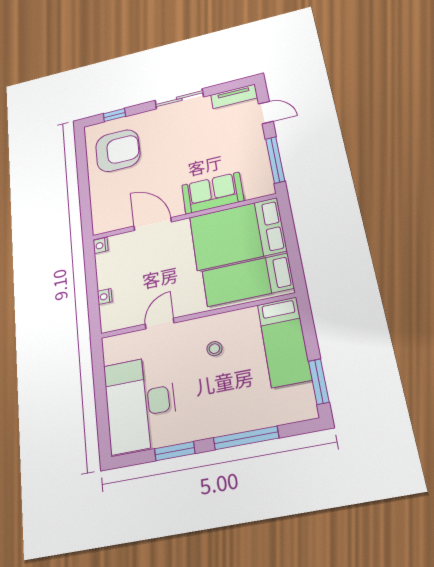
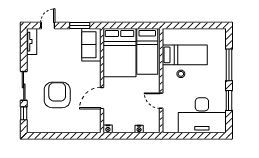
sliding door: (179, 99) -> (24, 86), moved
armchair: (118, 151) -> (57, 95), moved
window: (275, 160) -> (80, 26), width x0.69
sofa: (213, 193) -> (91, 45), moved
bed: (284, 342) -> (185, 55), moved
window: (319, 382) -> (208, 26), removed

